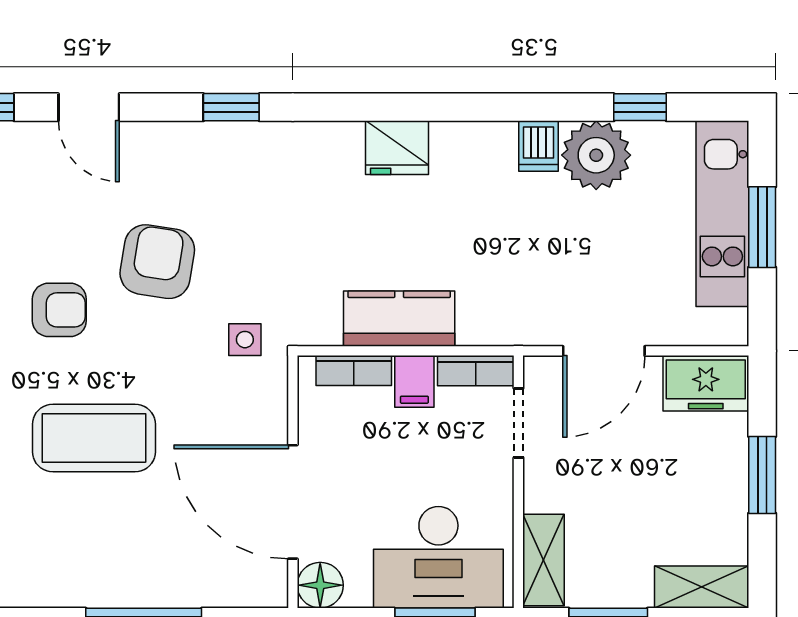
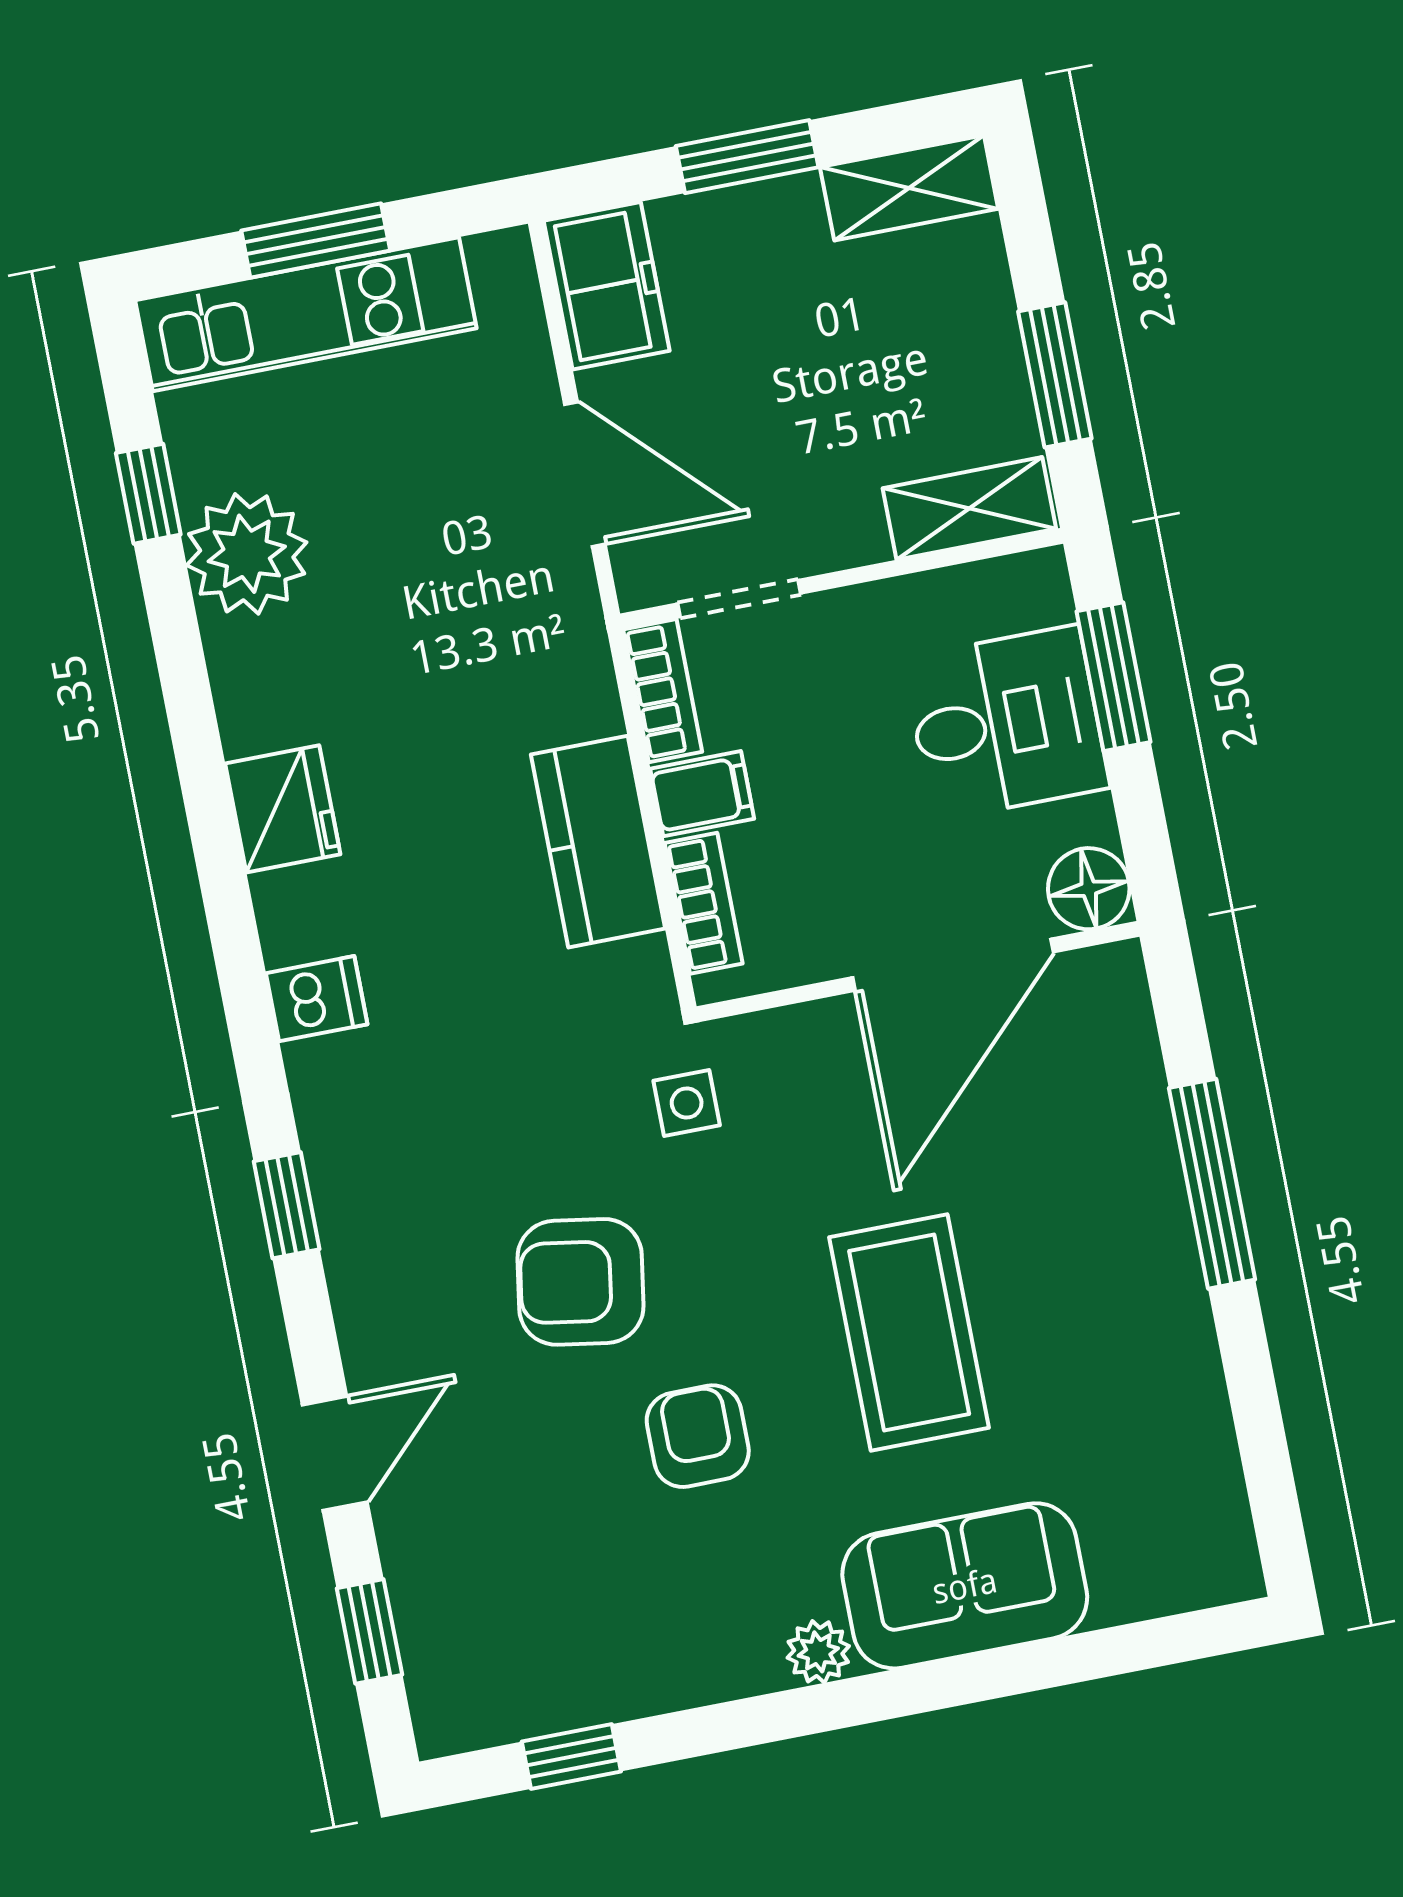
dishwasher: (538, 146) -> (317, 999), moved
fridge: (397, 148) -> (283, 809), moved
desk: (438, 557) -> (1006, 723), width x0.73
shelving: (702, 587) -> (909, 188), moved, turned 90

